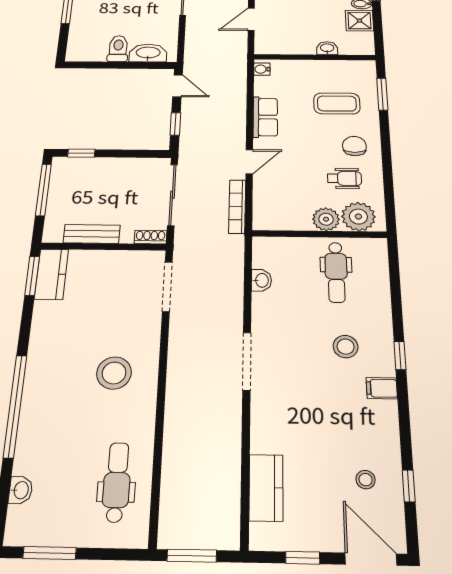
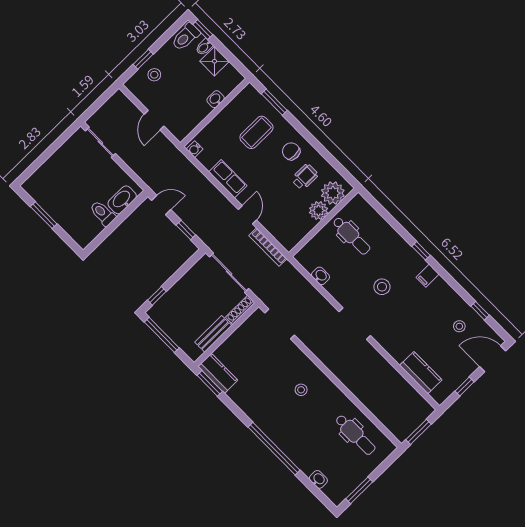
shoe rack: (151, 237) -> (240, 310), width x1.43
stool: (346, 347) -> (382, 287), moved
stool: (114, 373) -> (301, 390), width x0.53, depth x0.53
dental chair: (117, 482) -> (355, 435), turned 180

